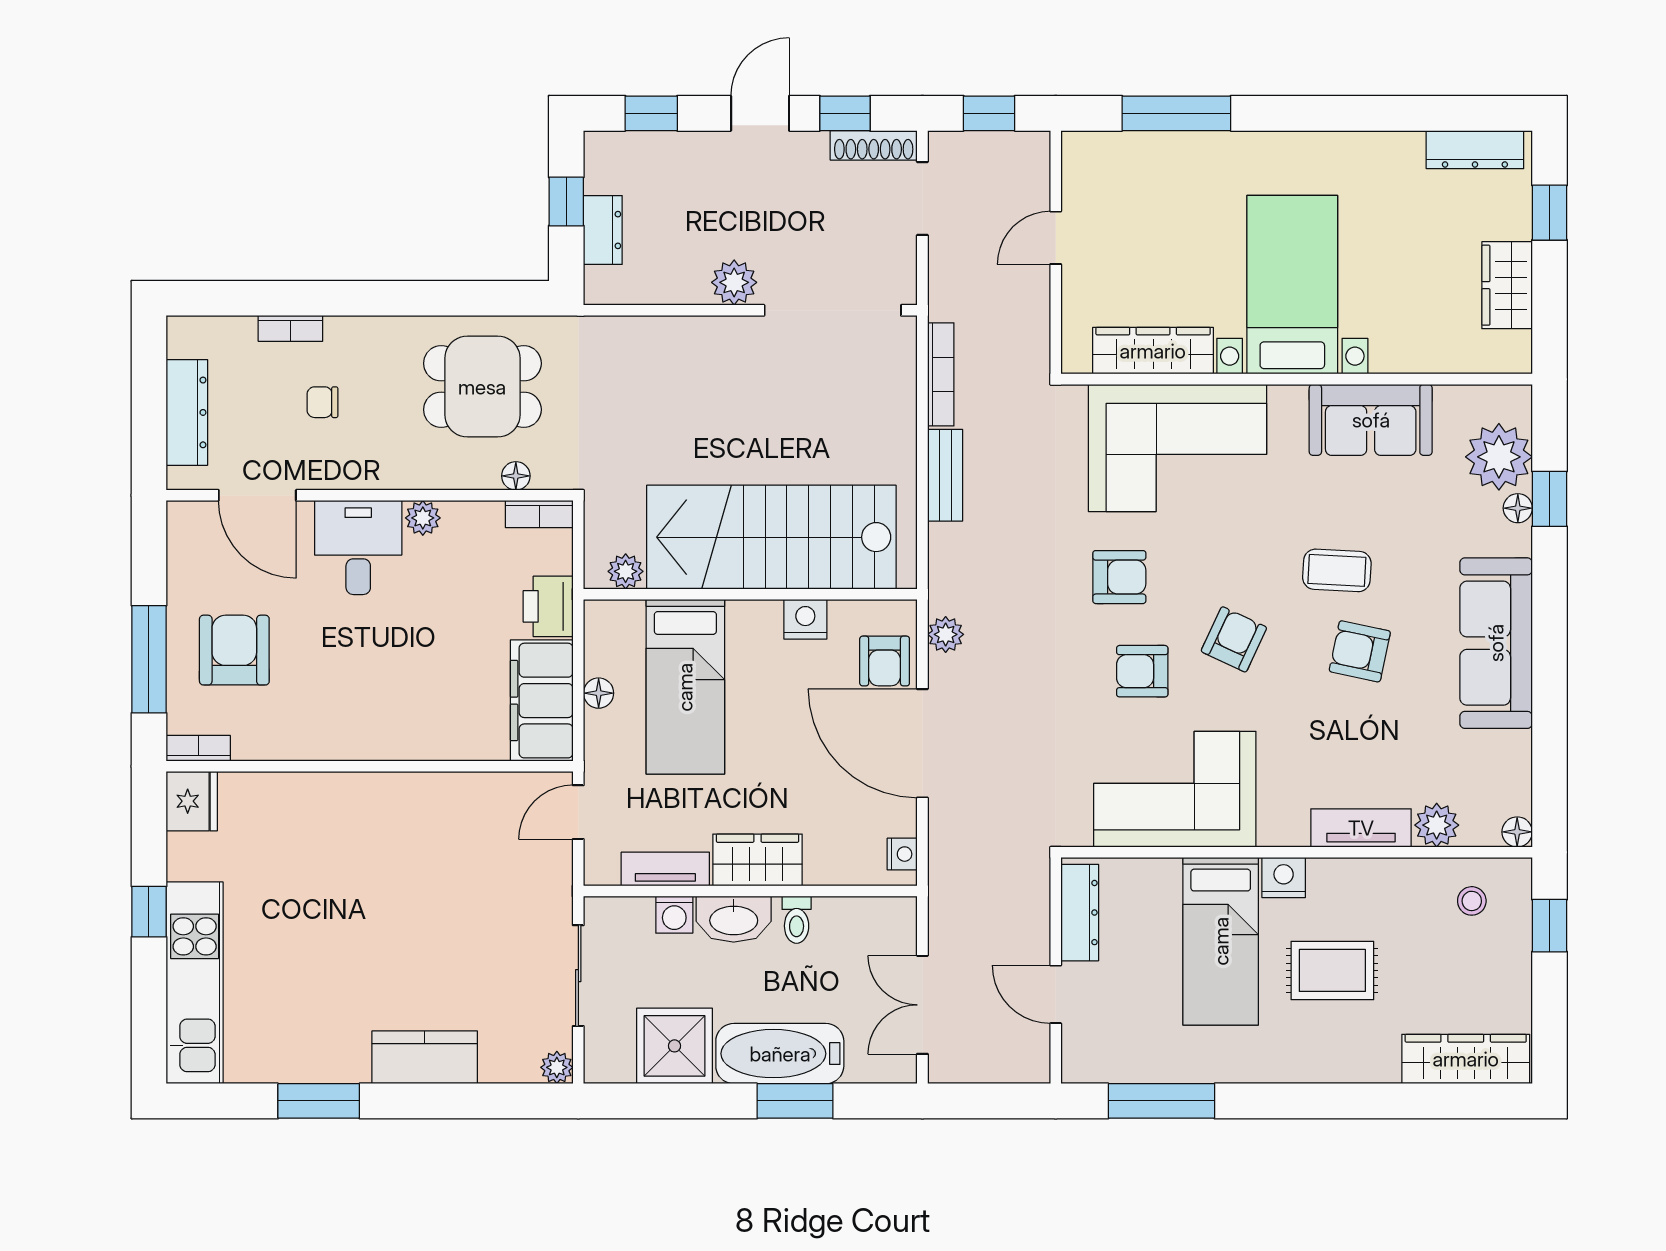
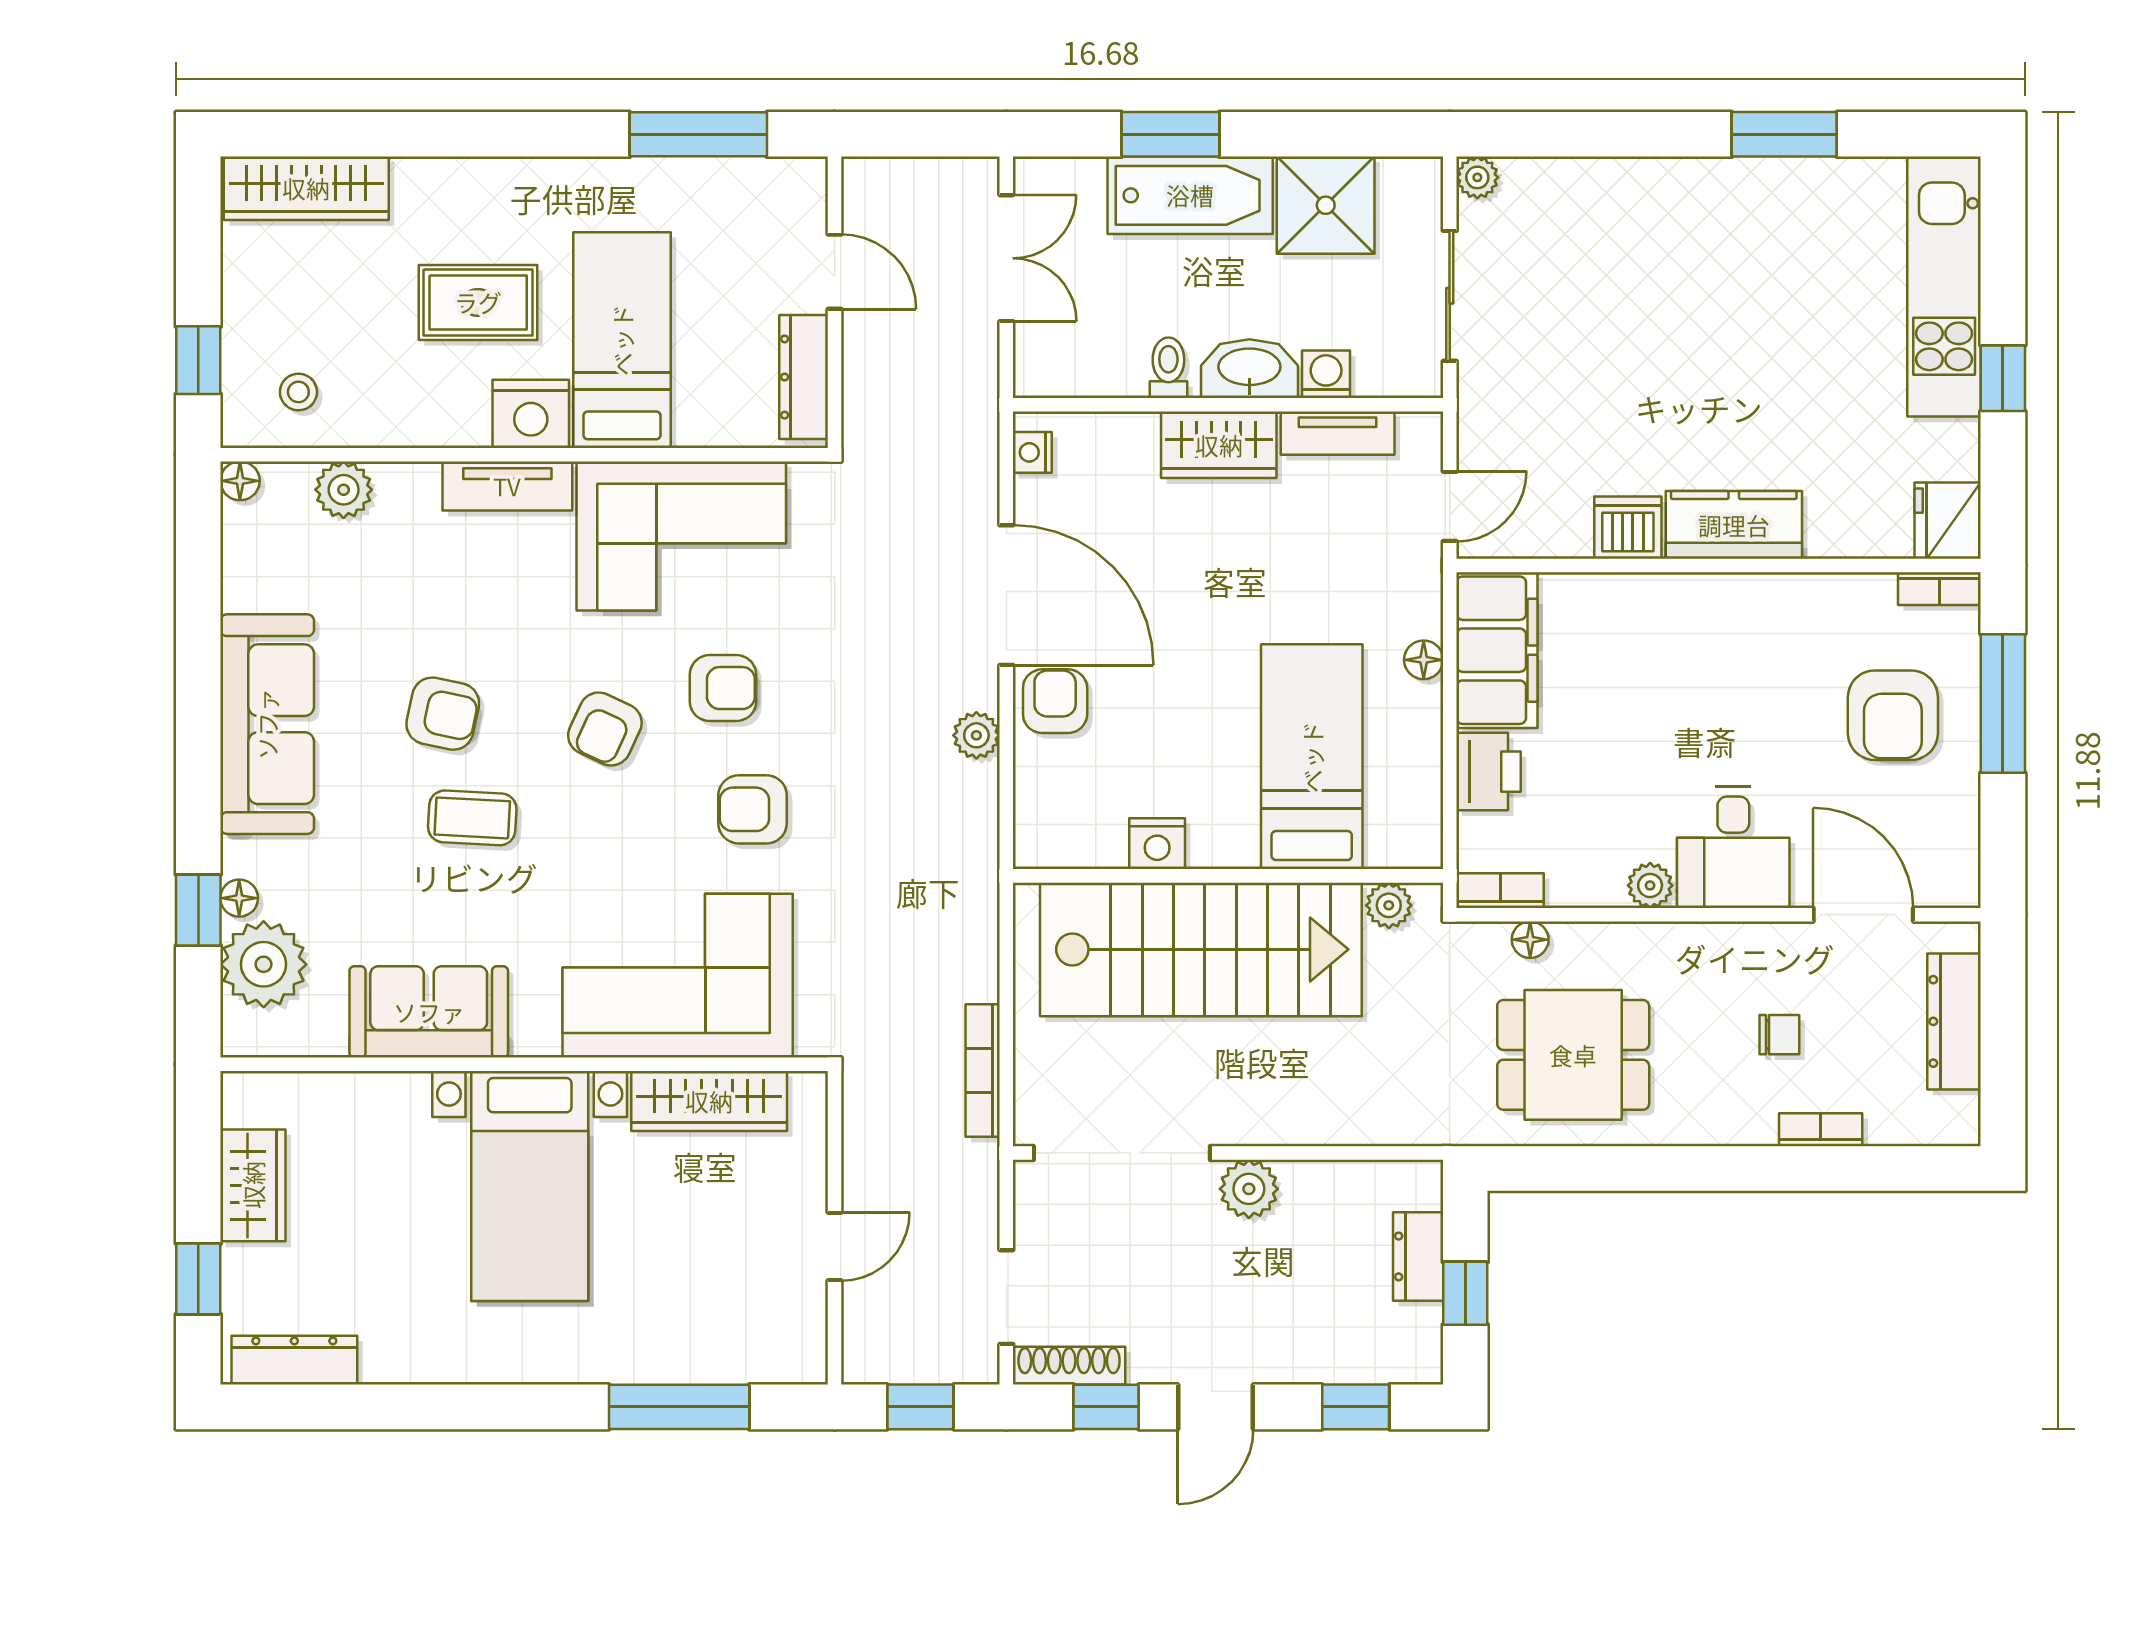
bench: (945, 475) -> (977, 940), removed
stairs: (771, 537) -> (1201, 949), moved
plant: (626, 571) -> (1389, 905), moved
wall: (750, 594) -> (1228, 876), moved
nightstand: (805, 619) -> (1157, 844), moved
bed: (685, 687) -> (1312, 757), moved
dishwasher: (440, 796) -> (1628, 528), added
tv unit: (1361, 828) -> (507, 486), moved
nightstand: (1284, 878) -> (531, 414), width x1.36, depth x1.33
kitchen counter: (425, 1057) -> (1734, 525), moved, turned 180

